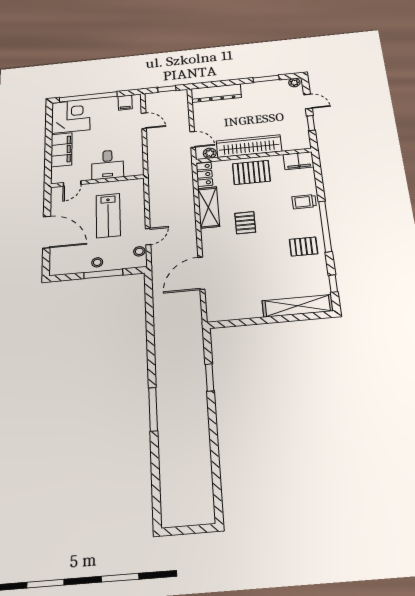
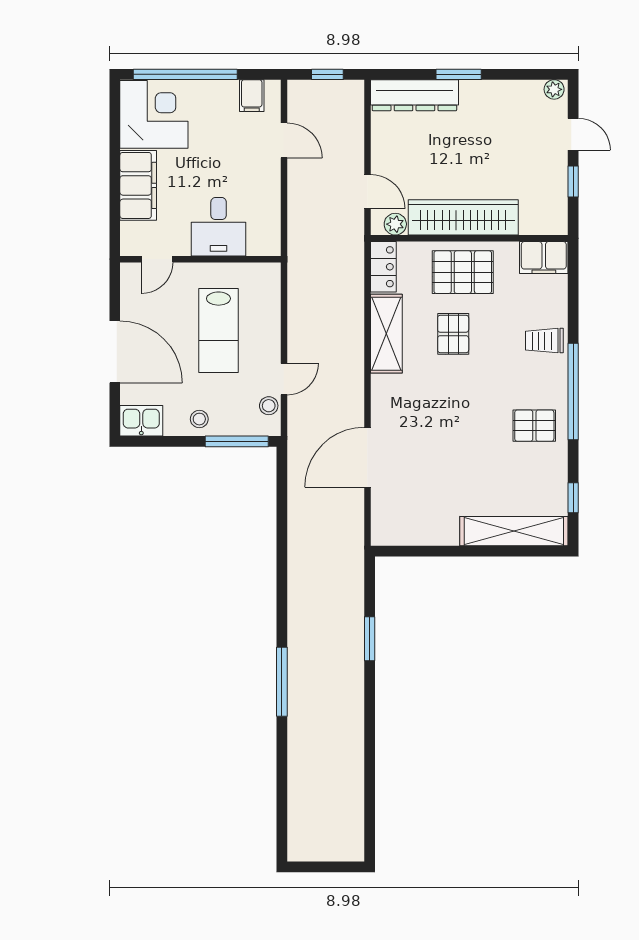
window: (266, 79) -> (459, 74), moved
pallet: (245, 223) -> (453, 334), moved
kitchen sink: (62, 267) -> (141, 421), added
window: (103, 274) -> (237, 441), moved

